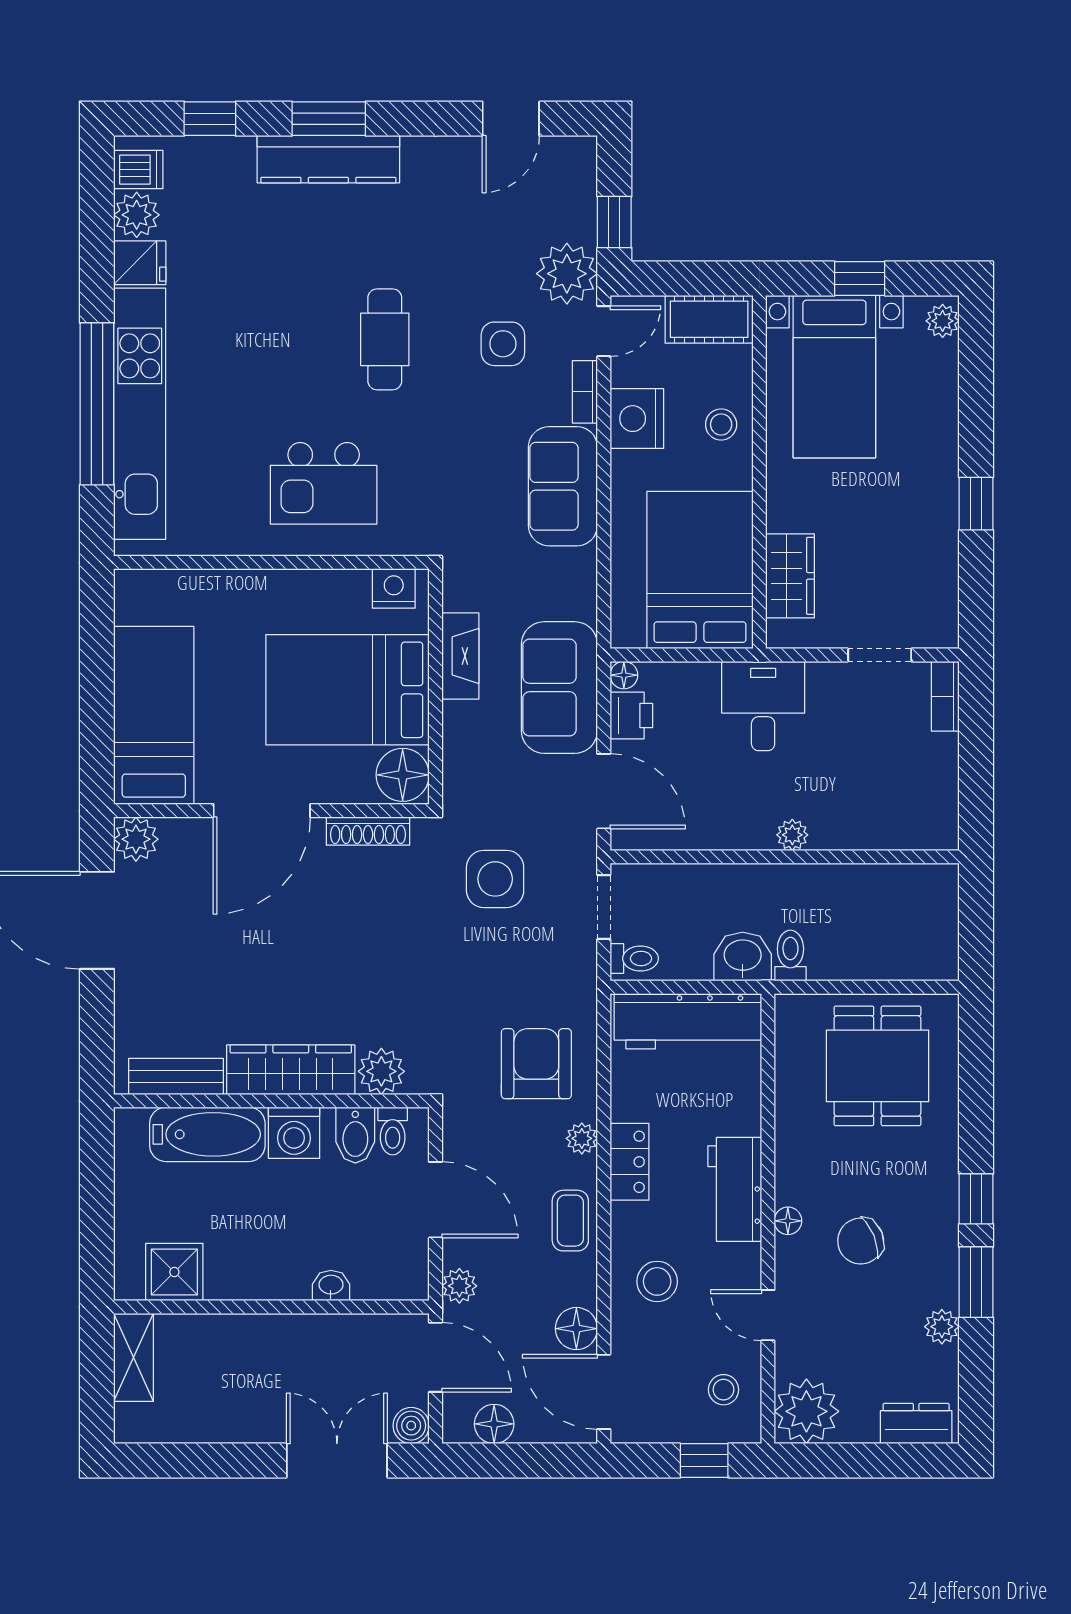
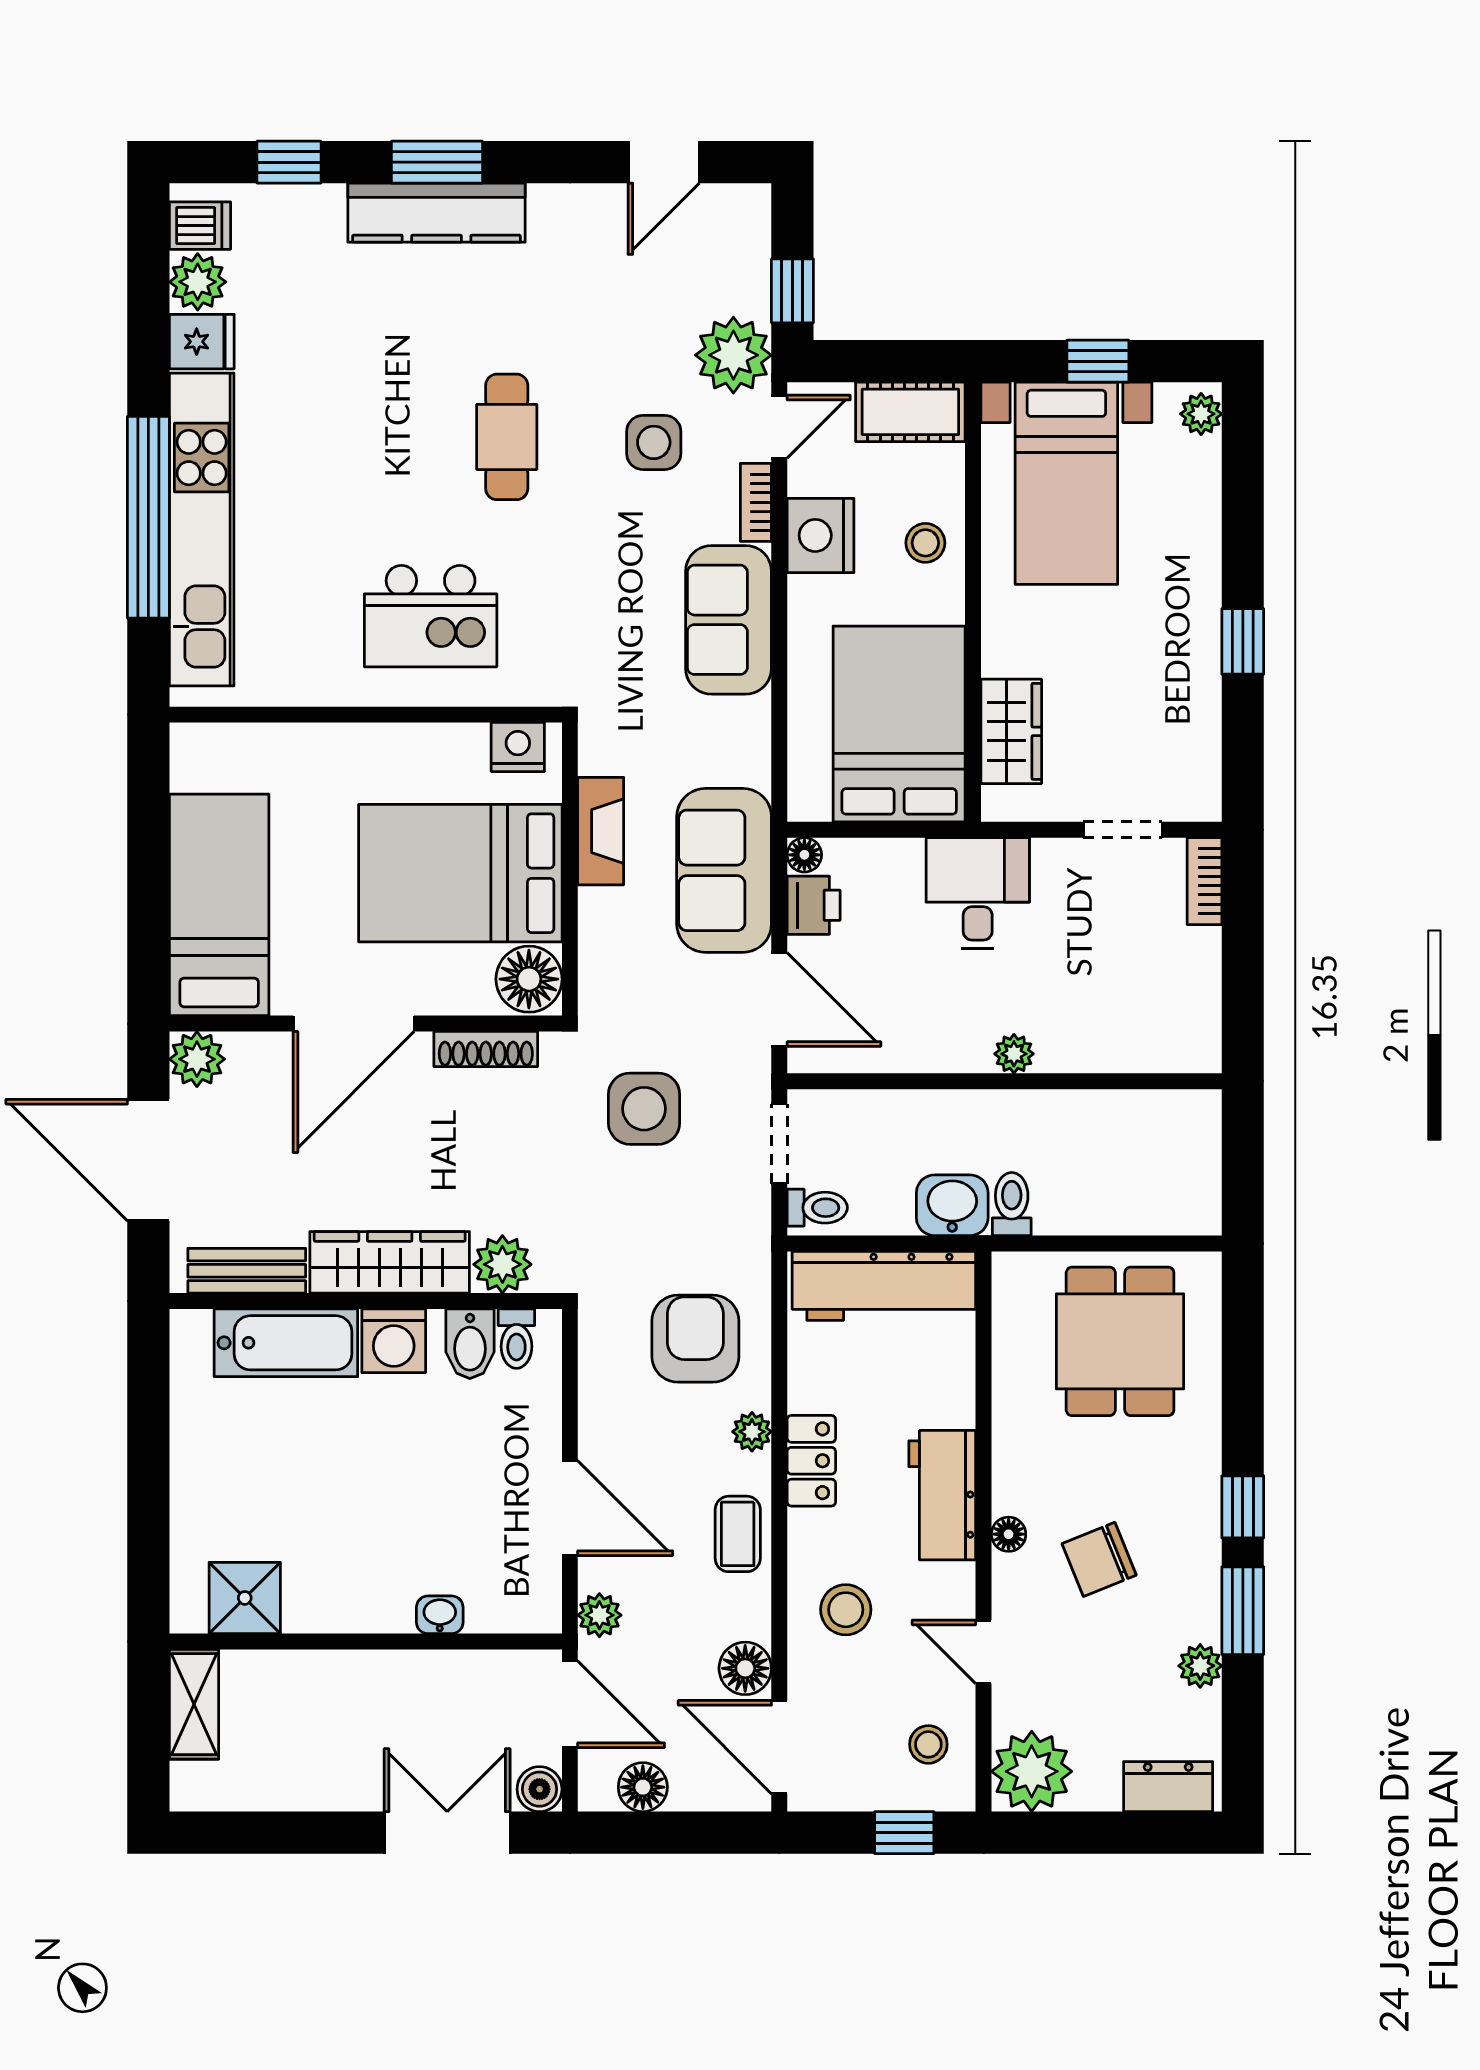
wardrobe: (291, 1070) -> (390, 1262), moved
plant: (381, 1071) -> (502, 1264), moved
bench: (176, 1076) -> (247, 1271), moved
wall: (271, 1101) -> (366, 1301), moved
toilet: (393, 1131) -> (516, 1339), moved
washing machine: (294, 1133) -> (394, 1341), moved
bathtub: (207, 1134) -> (286, 1343), moved
bidet: (355, 1135) -> (470, 1344), moved

